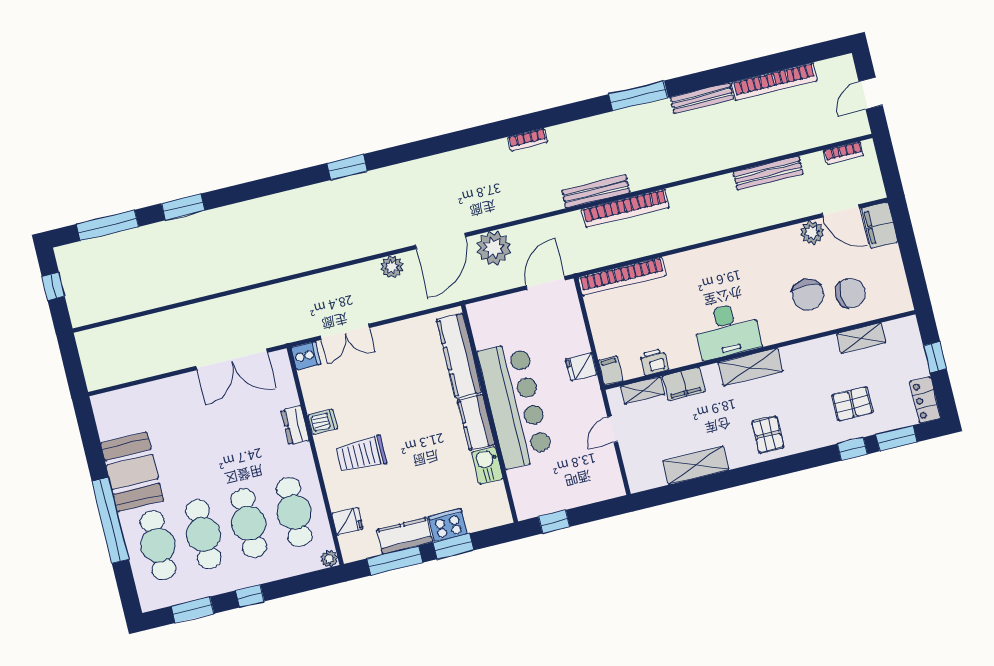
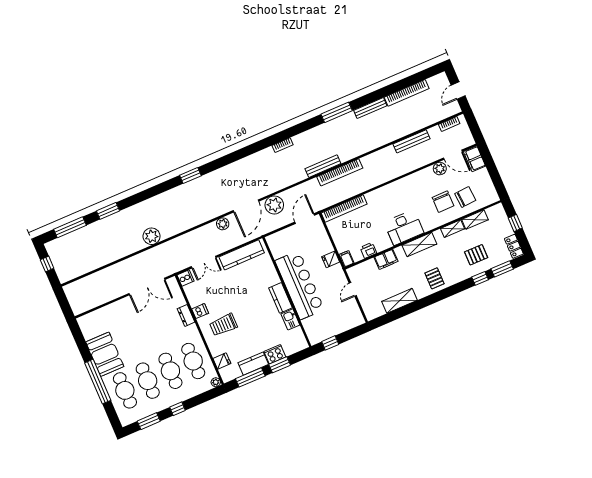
plant: (256, 268) -> (152, 236), added
kitchen counter: (459, 356) -> (242, 255), moved, turned -90
shelving: (642, 390) -> (453, 229), moved

